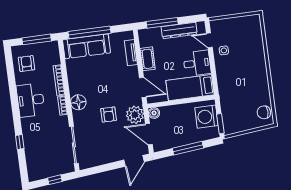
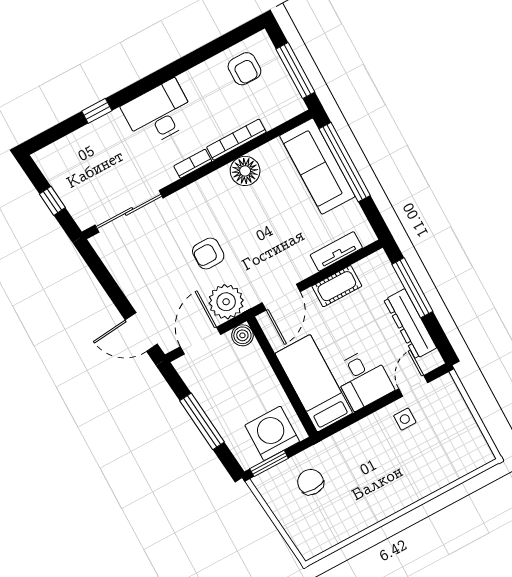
armchair: (26, 63) -> (244, 69), turned 90
desk: (31, 100) -> (159, 113), moved
floor lamp: (78, 102) -> (245, 171), moved
chair: (264, 112) -> (311, 482), moved

